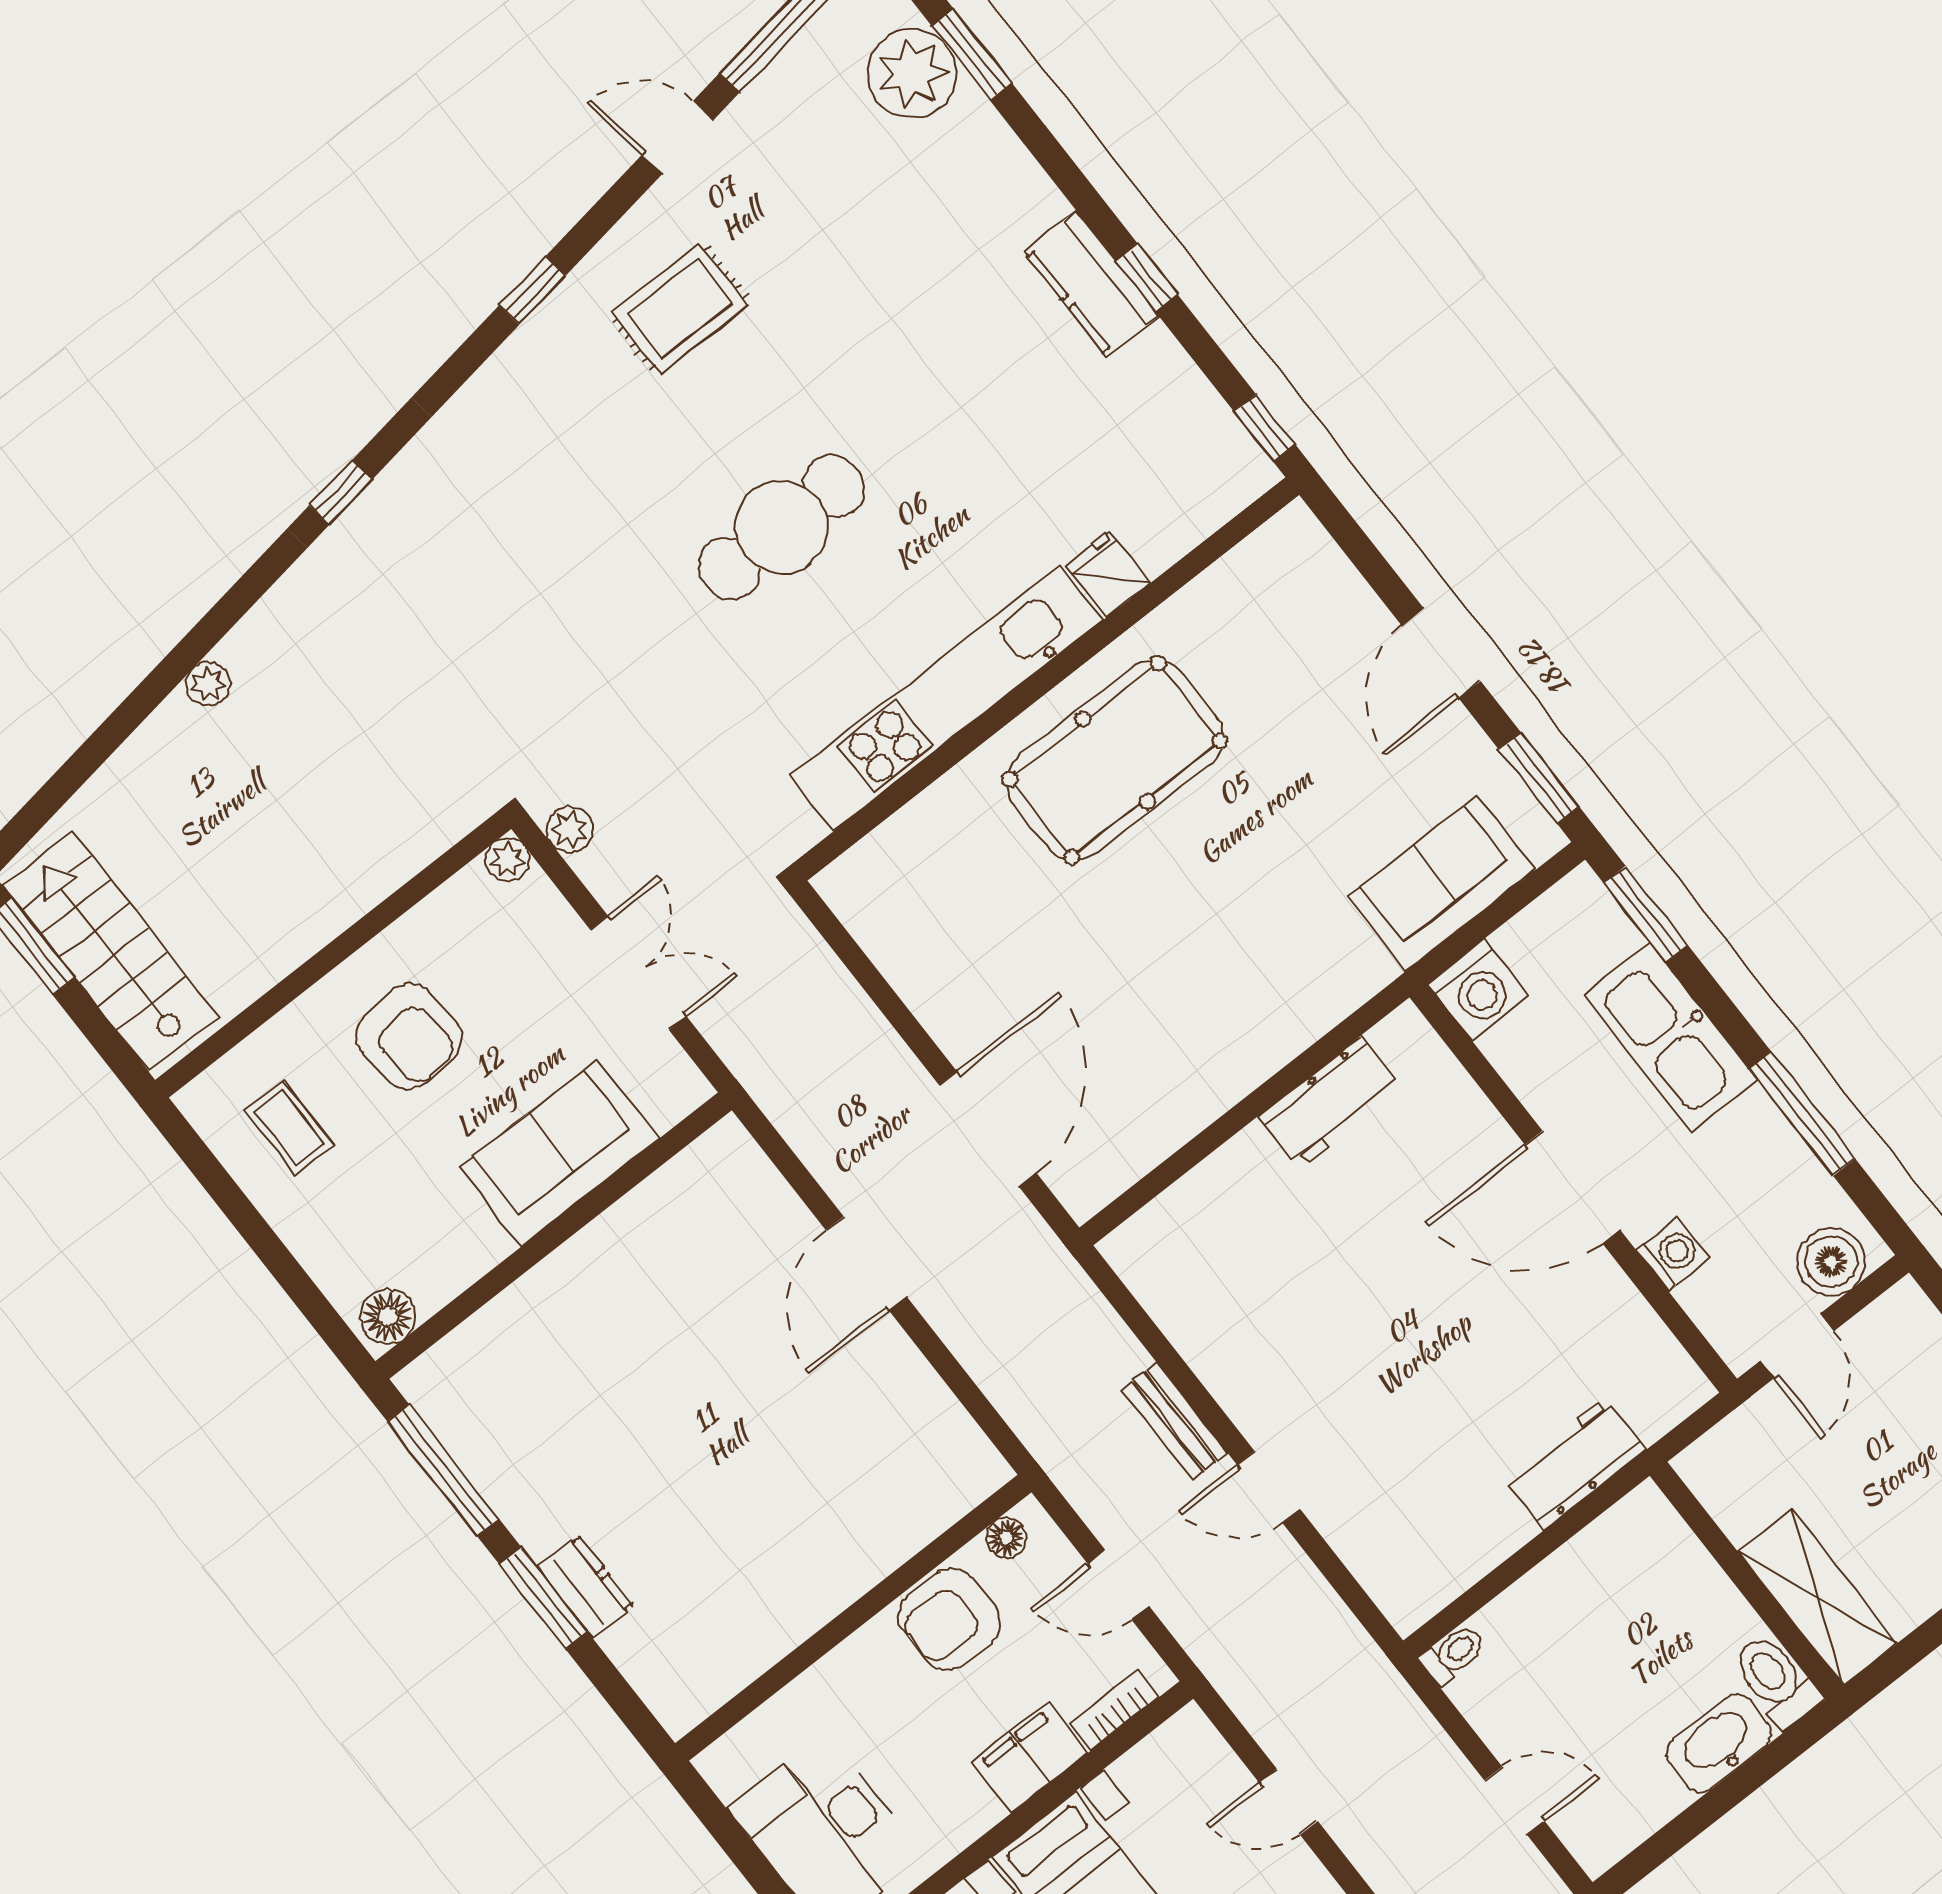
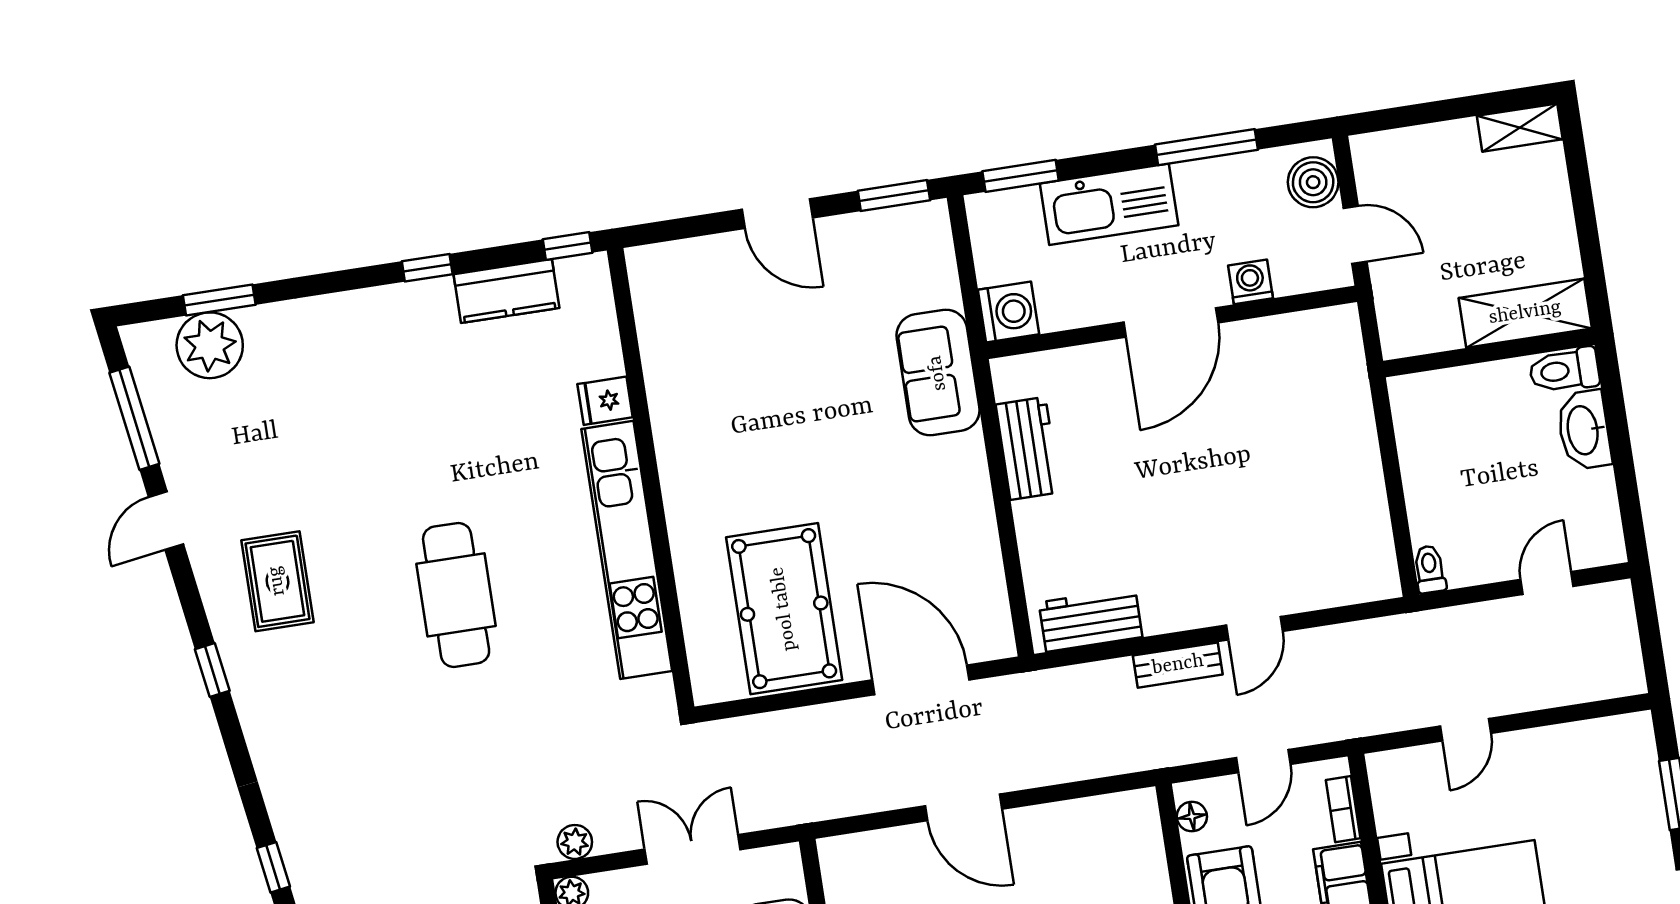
kitchen counter: (1091, 284) -> (506, 291), moved
pool table: (1115, 760) -> (784, 609), moved
sofa: (1442, 883) -> (938, 373), moved
workbench: (1575, 1463) -> (1091, 620), moved, turned 90

